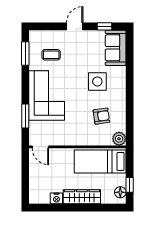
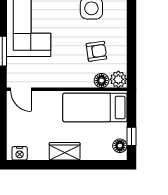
floor lamp: (105, 140) -> (102, 81), added
wardrobe: (82, 197) -> (65, 151), width x0.67
nightstand: (56, 198) -> (20, 153), moved

